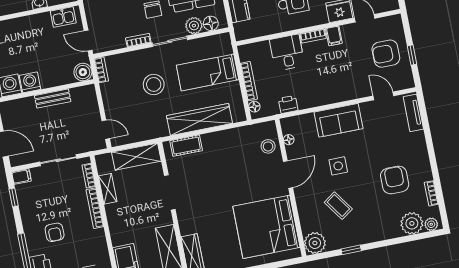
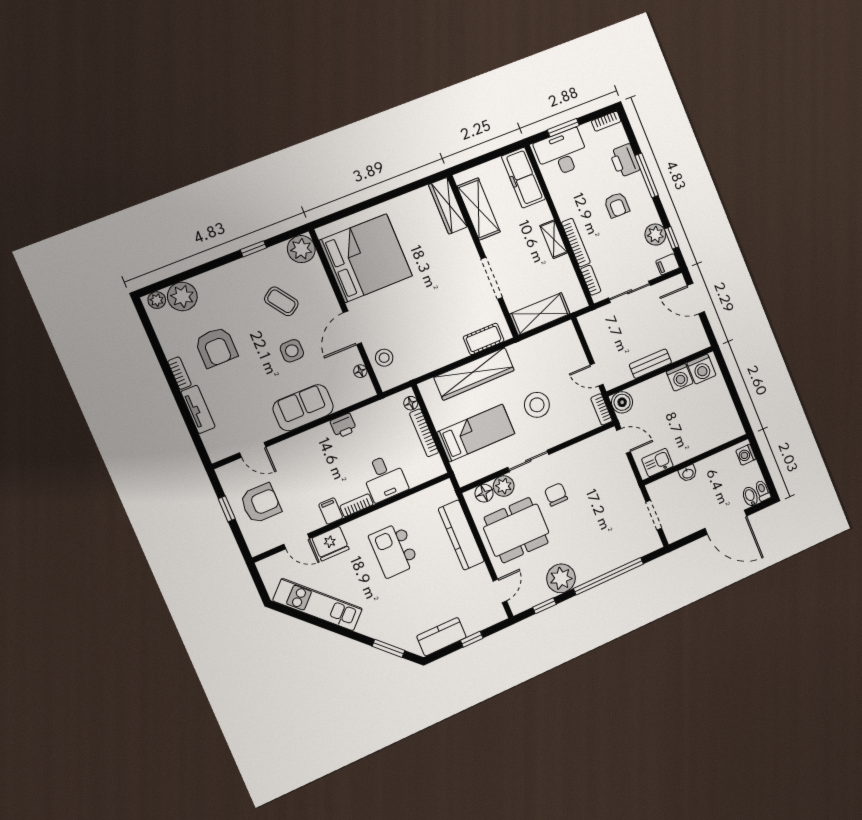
bookcase: (138, 40) -> (566, 454), removed
printer: (288, 104) -> (343, 426), moved
tv unit: (413, 113) -> (198, 409), moved
door: (106, 130) -> (597, 375), moved
shelving: (108, 189) -> (554, 239), moved
bookcase: (431, 193) -> (179, 373), moved
plant: (27, 203) -> (655, 235), added
armchair: (55, 232) -> (617, 205), turned 180

